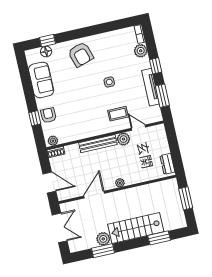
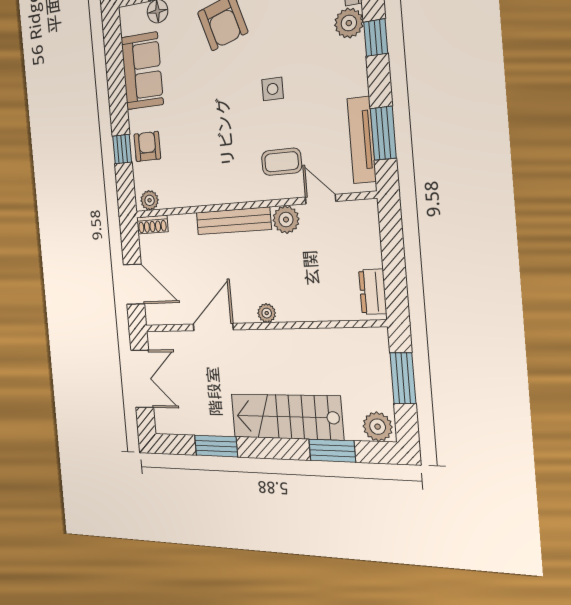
window: (156, 66) -> (376, 38), moved
tv unit: (150, 87) -> (362, 140), moved
plant: (103, 239) -> (378, 427), moved

